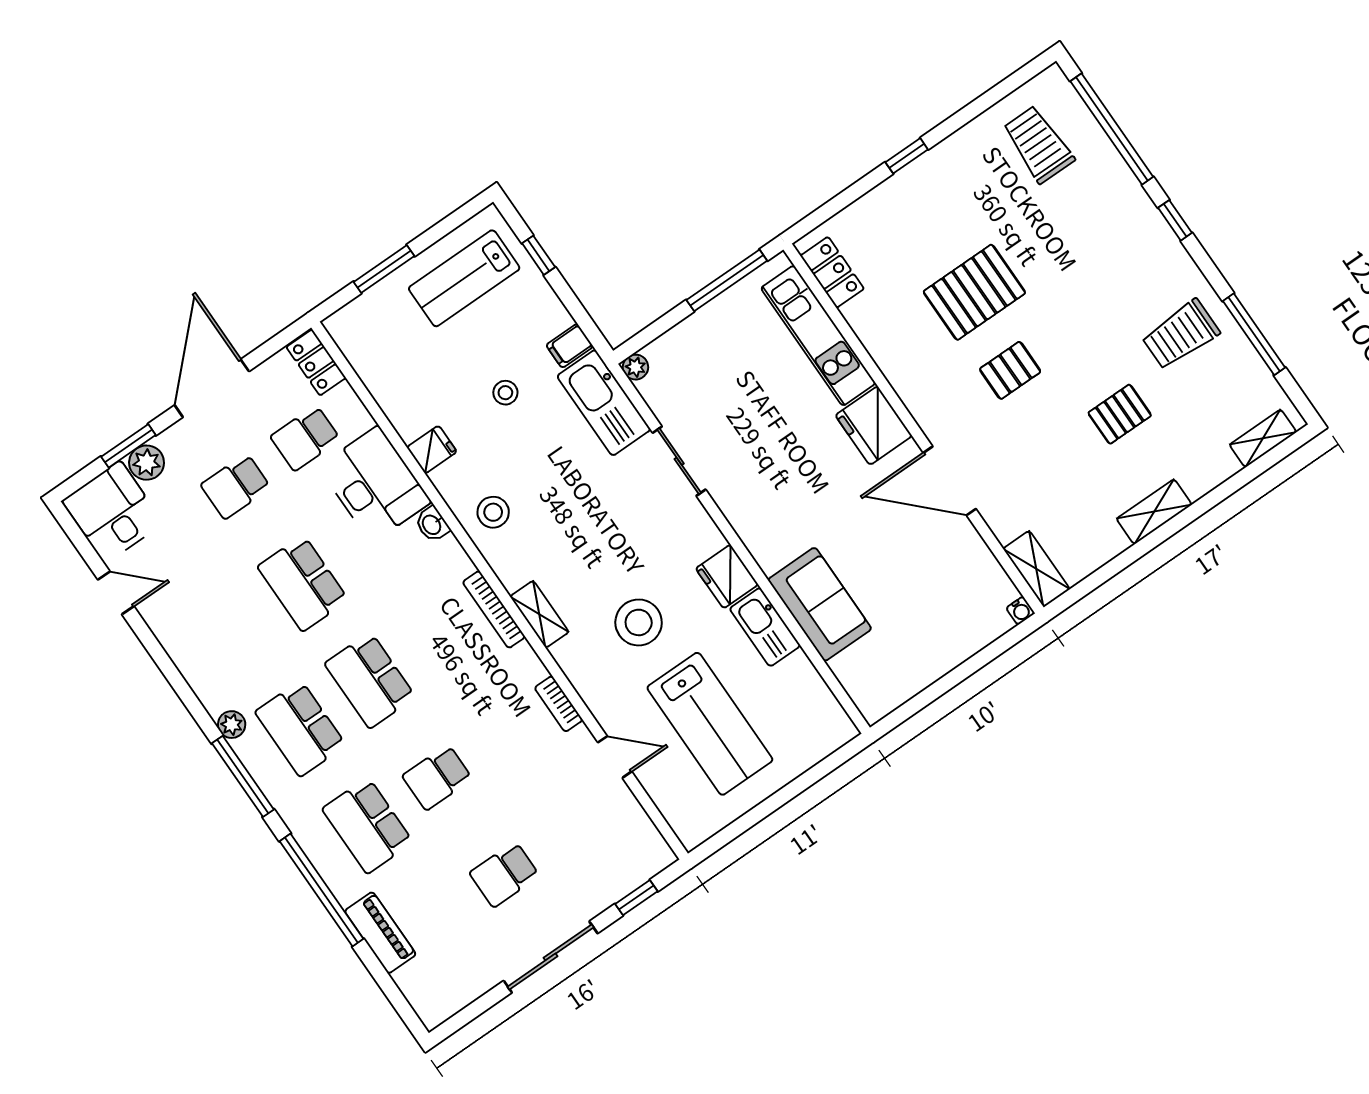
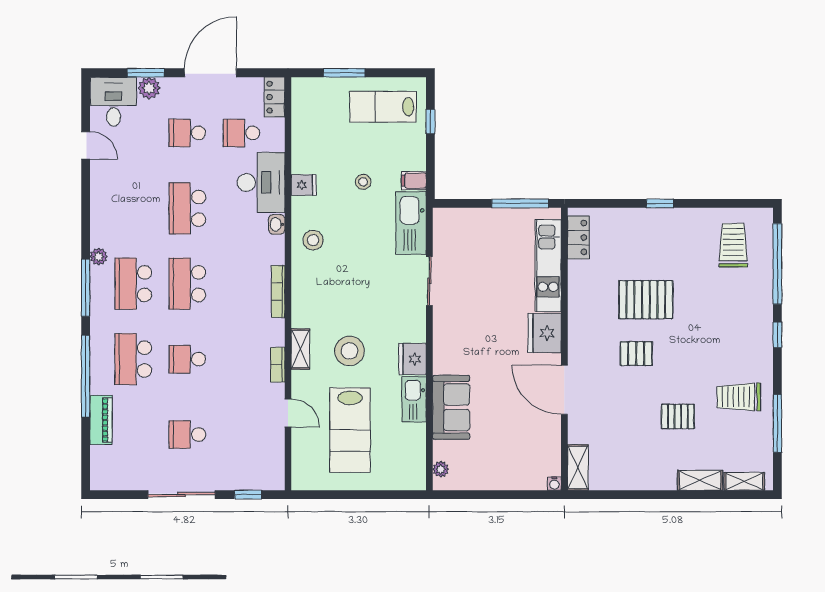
plant: (635, 367) -> (441, 469), moved
shelving: (1154, 512) -> (700, 480), moved
shelving: (539, 614) -> (300, 349), moved

